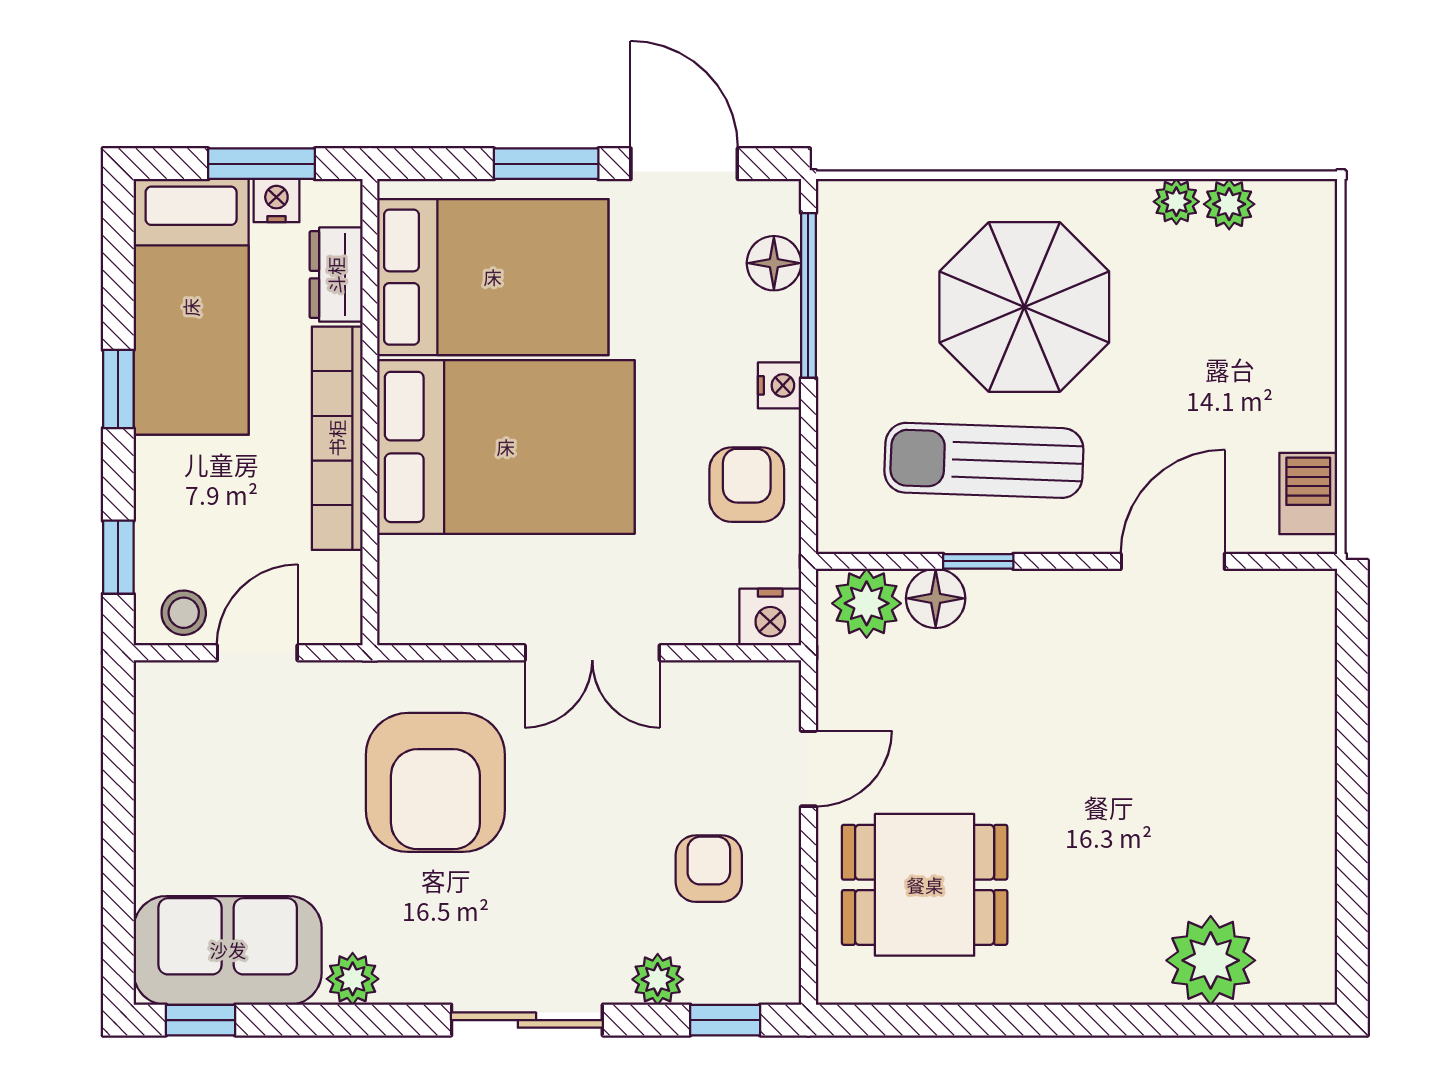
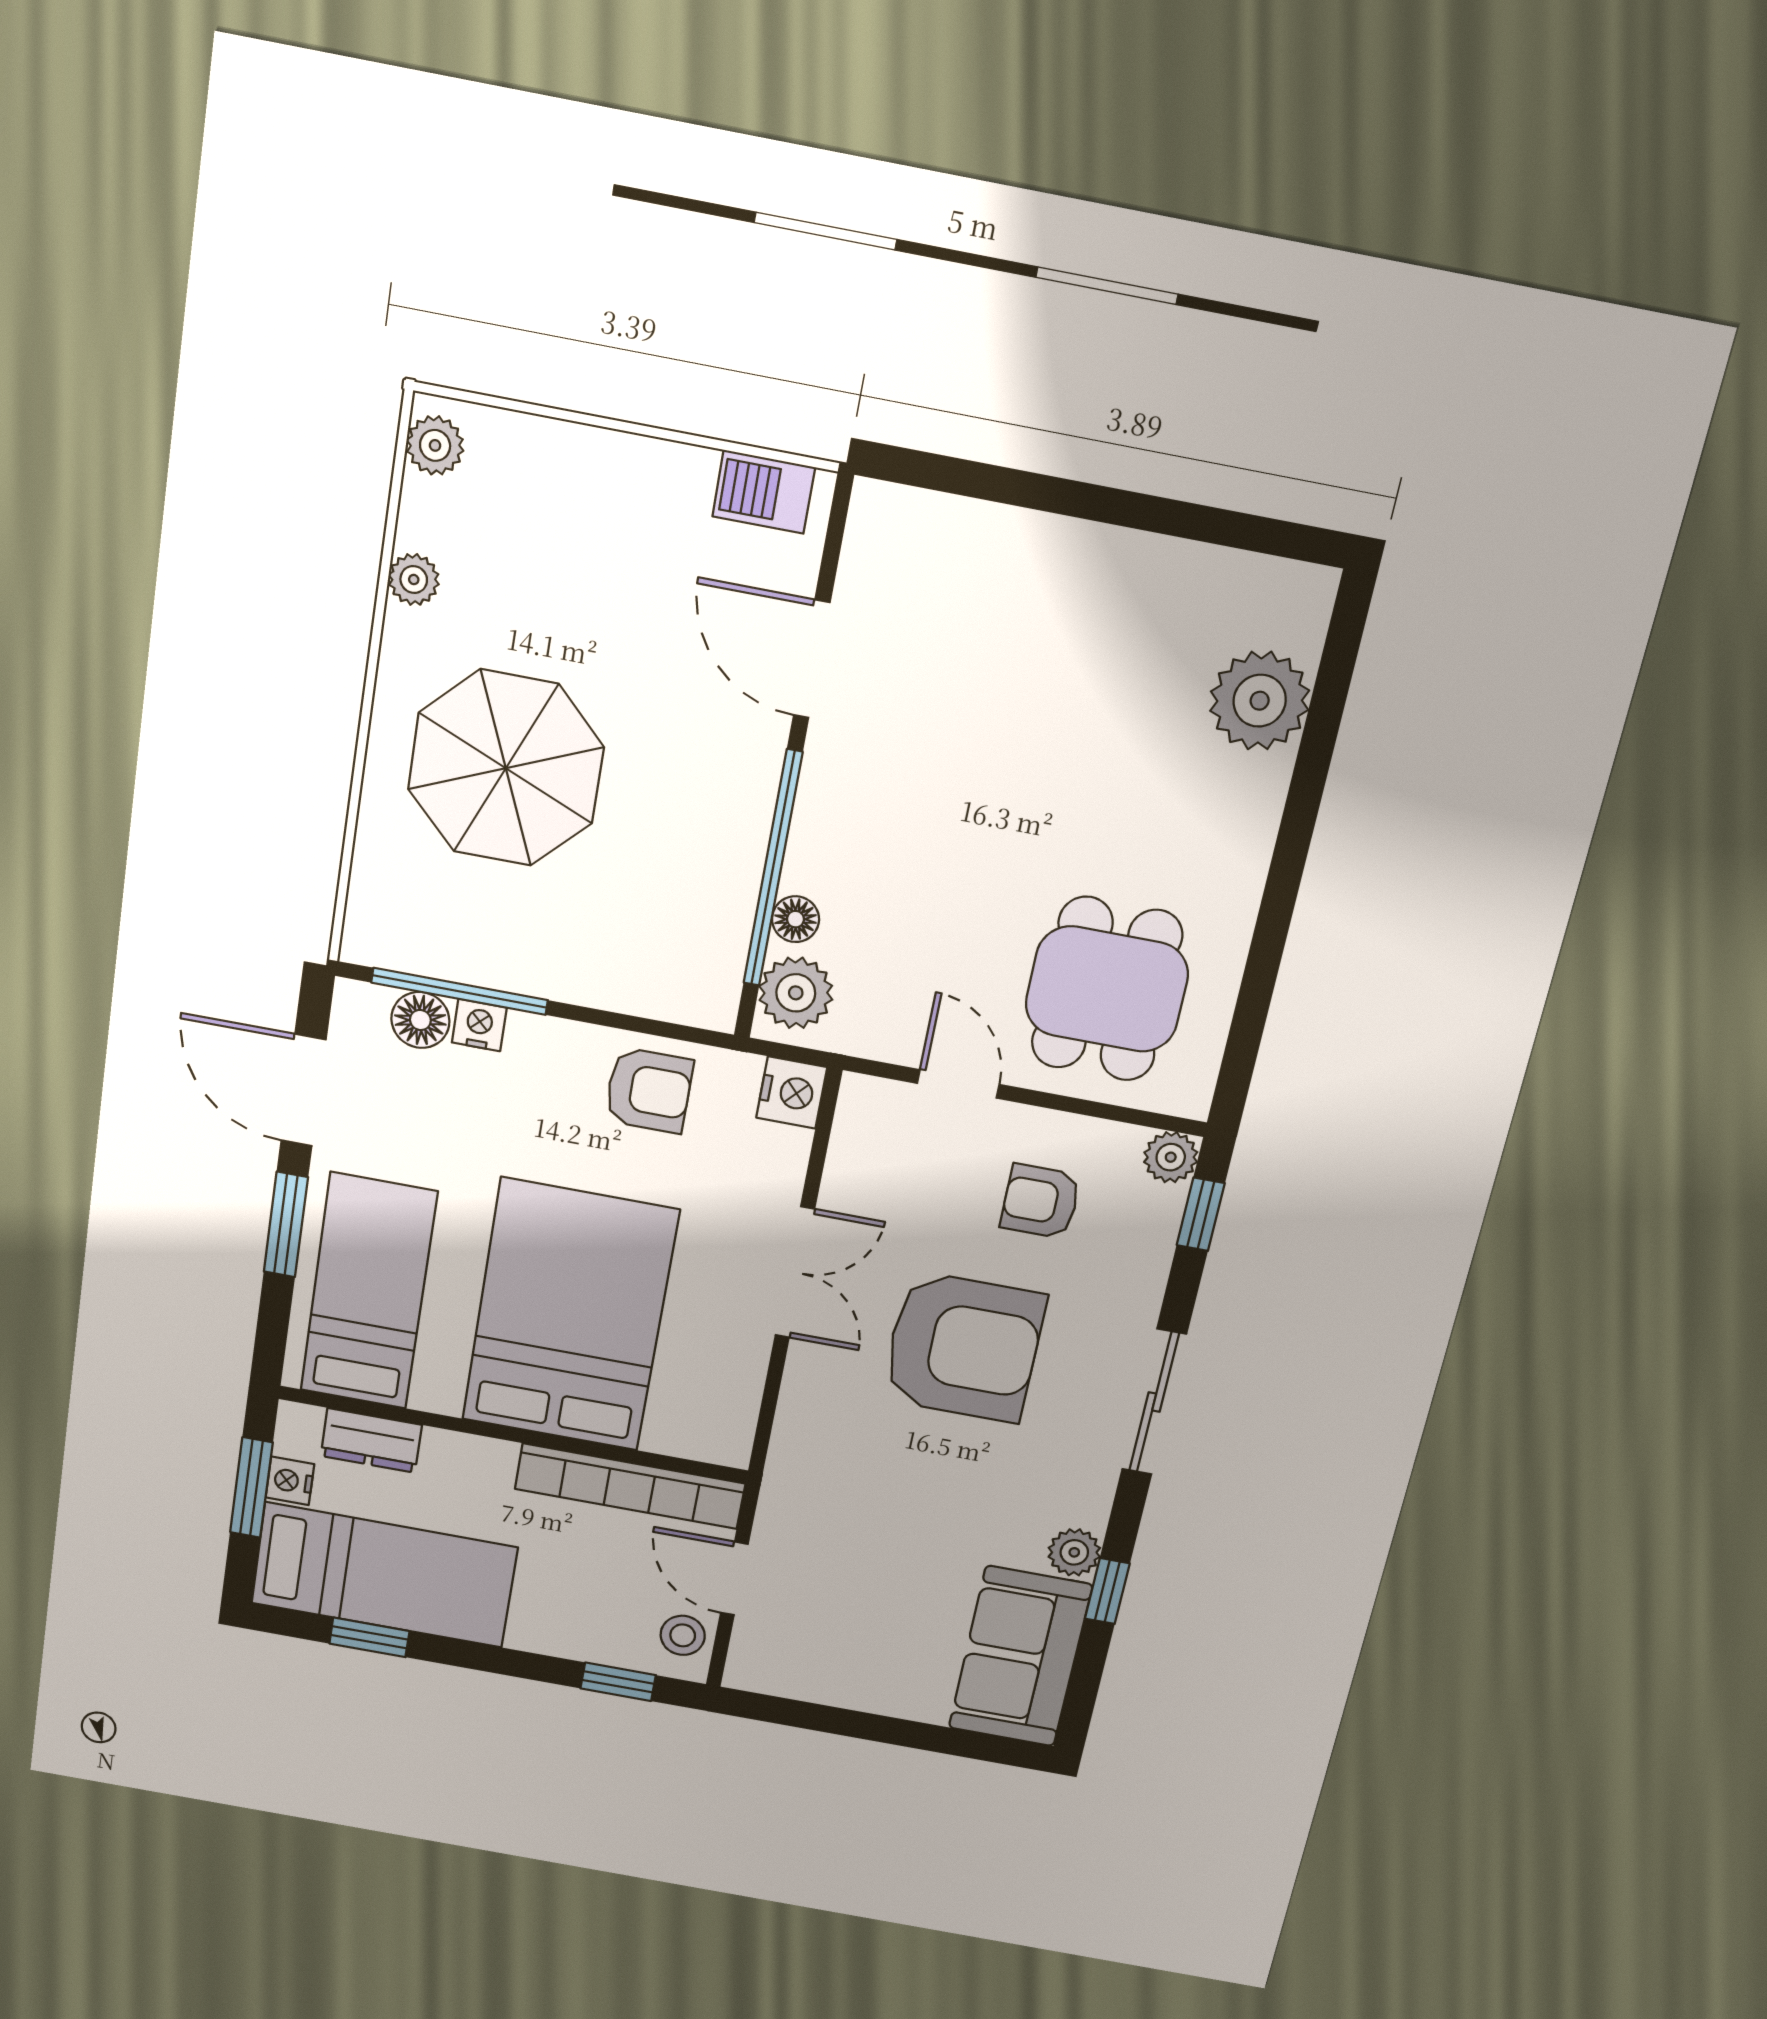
door: (684, 164) -> (304, 1090), hinge flipped
plant: (1229, 204) -> (435, 445), moved
bed: (493, 277) -> (369, 1292), width x0.67
nightstand: (779, 385) -> (479, 1025), moved
window: (118, 389) -> (369, 1637), moved
bookcase: (337, 438) -> (630, 1486), moved
sun lounger: (984, 460) -> (665, 842), removed
armchair: (747, 485) -> (649, 1090), turned 180
window: (978, 561) -> (773, 869), width x3.17
floor lamp: (936, 598) -> (796, 919), width x0.73, depth x0.73
armchair: (435, 782) -> (963, 1347), moved
plant: (658, 979) -> (1171, 1157), moved
window: (200, 1020) -> (1107, 1591), moved

